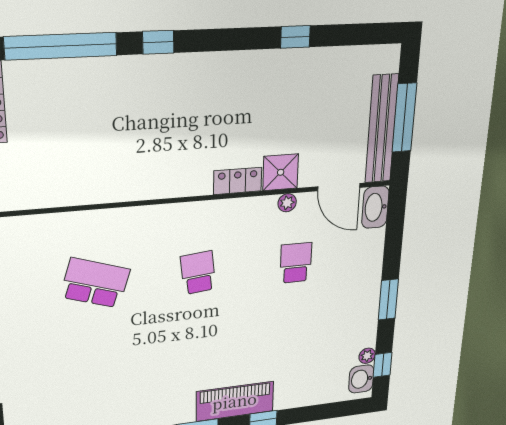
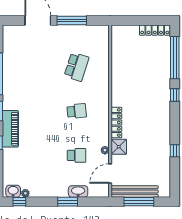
locker: (238, 181) -> (116, 123), width x1.53
washbasin: (375, 207) -> (78, 191), moved
window: (388, 299) -> (68, 202), moved

